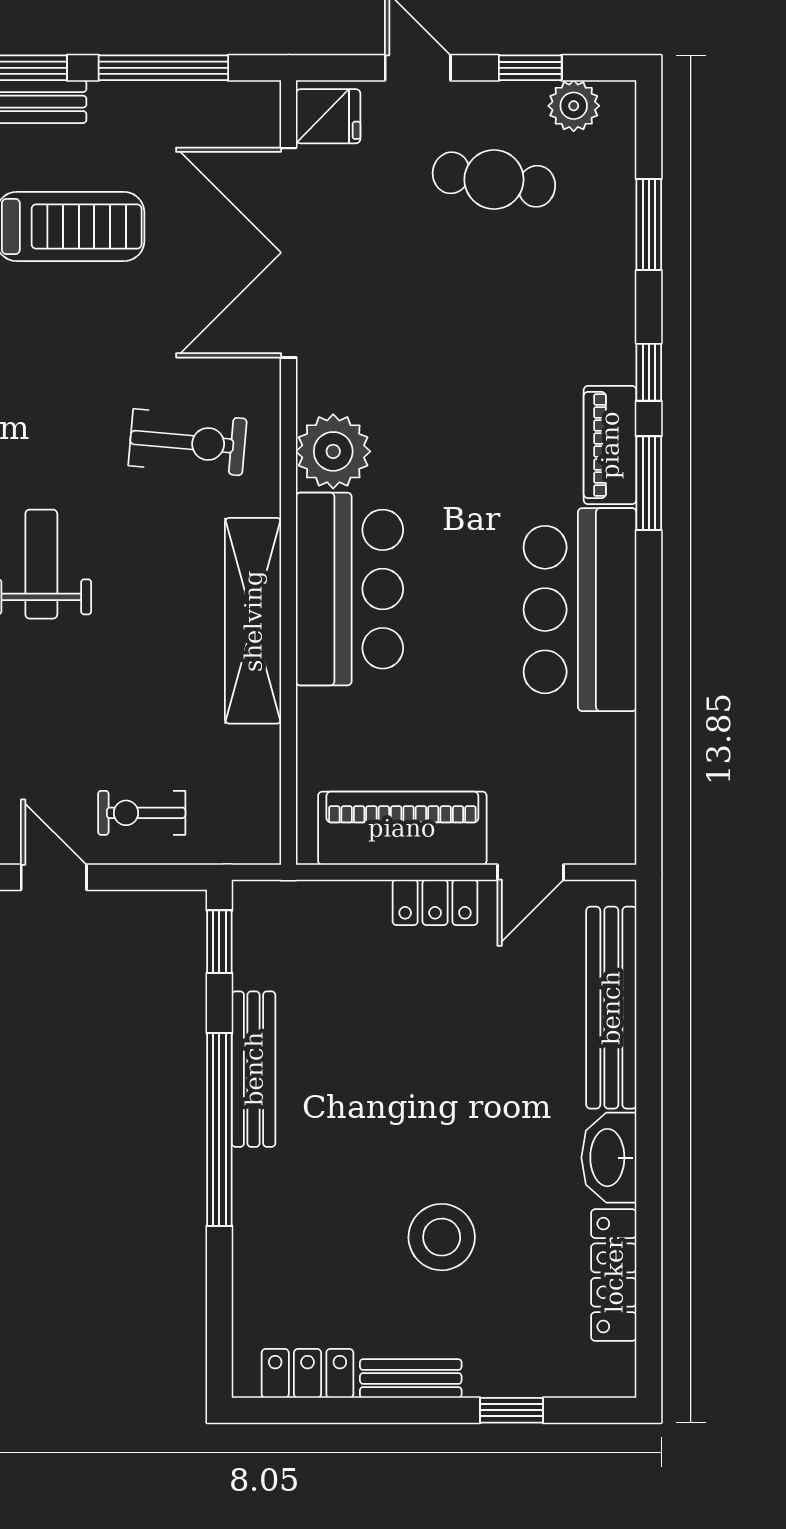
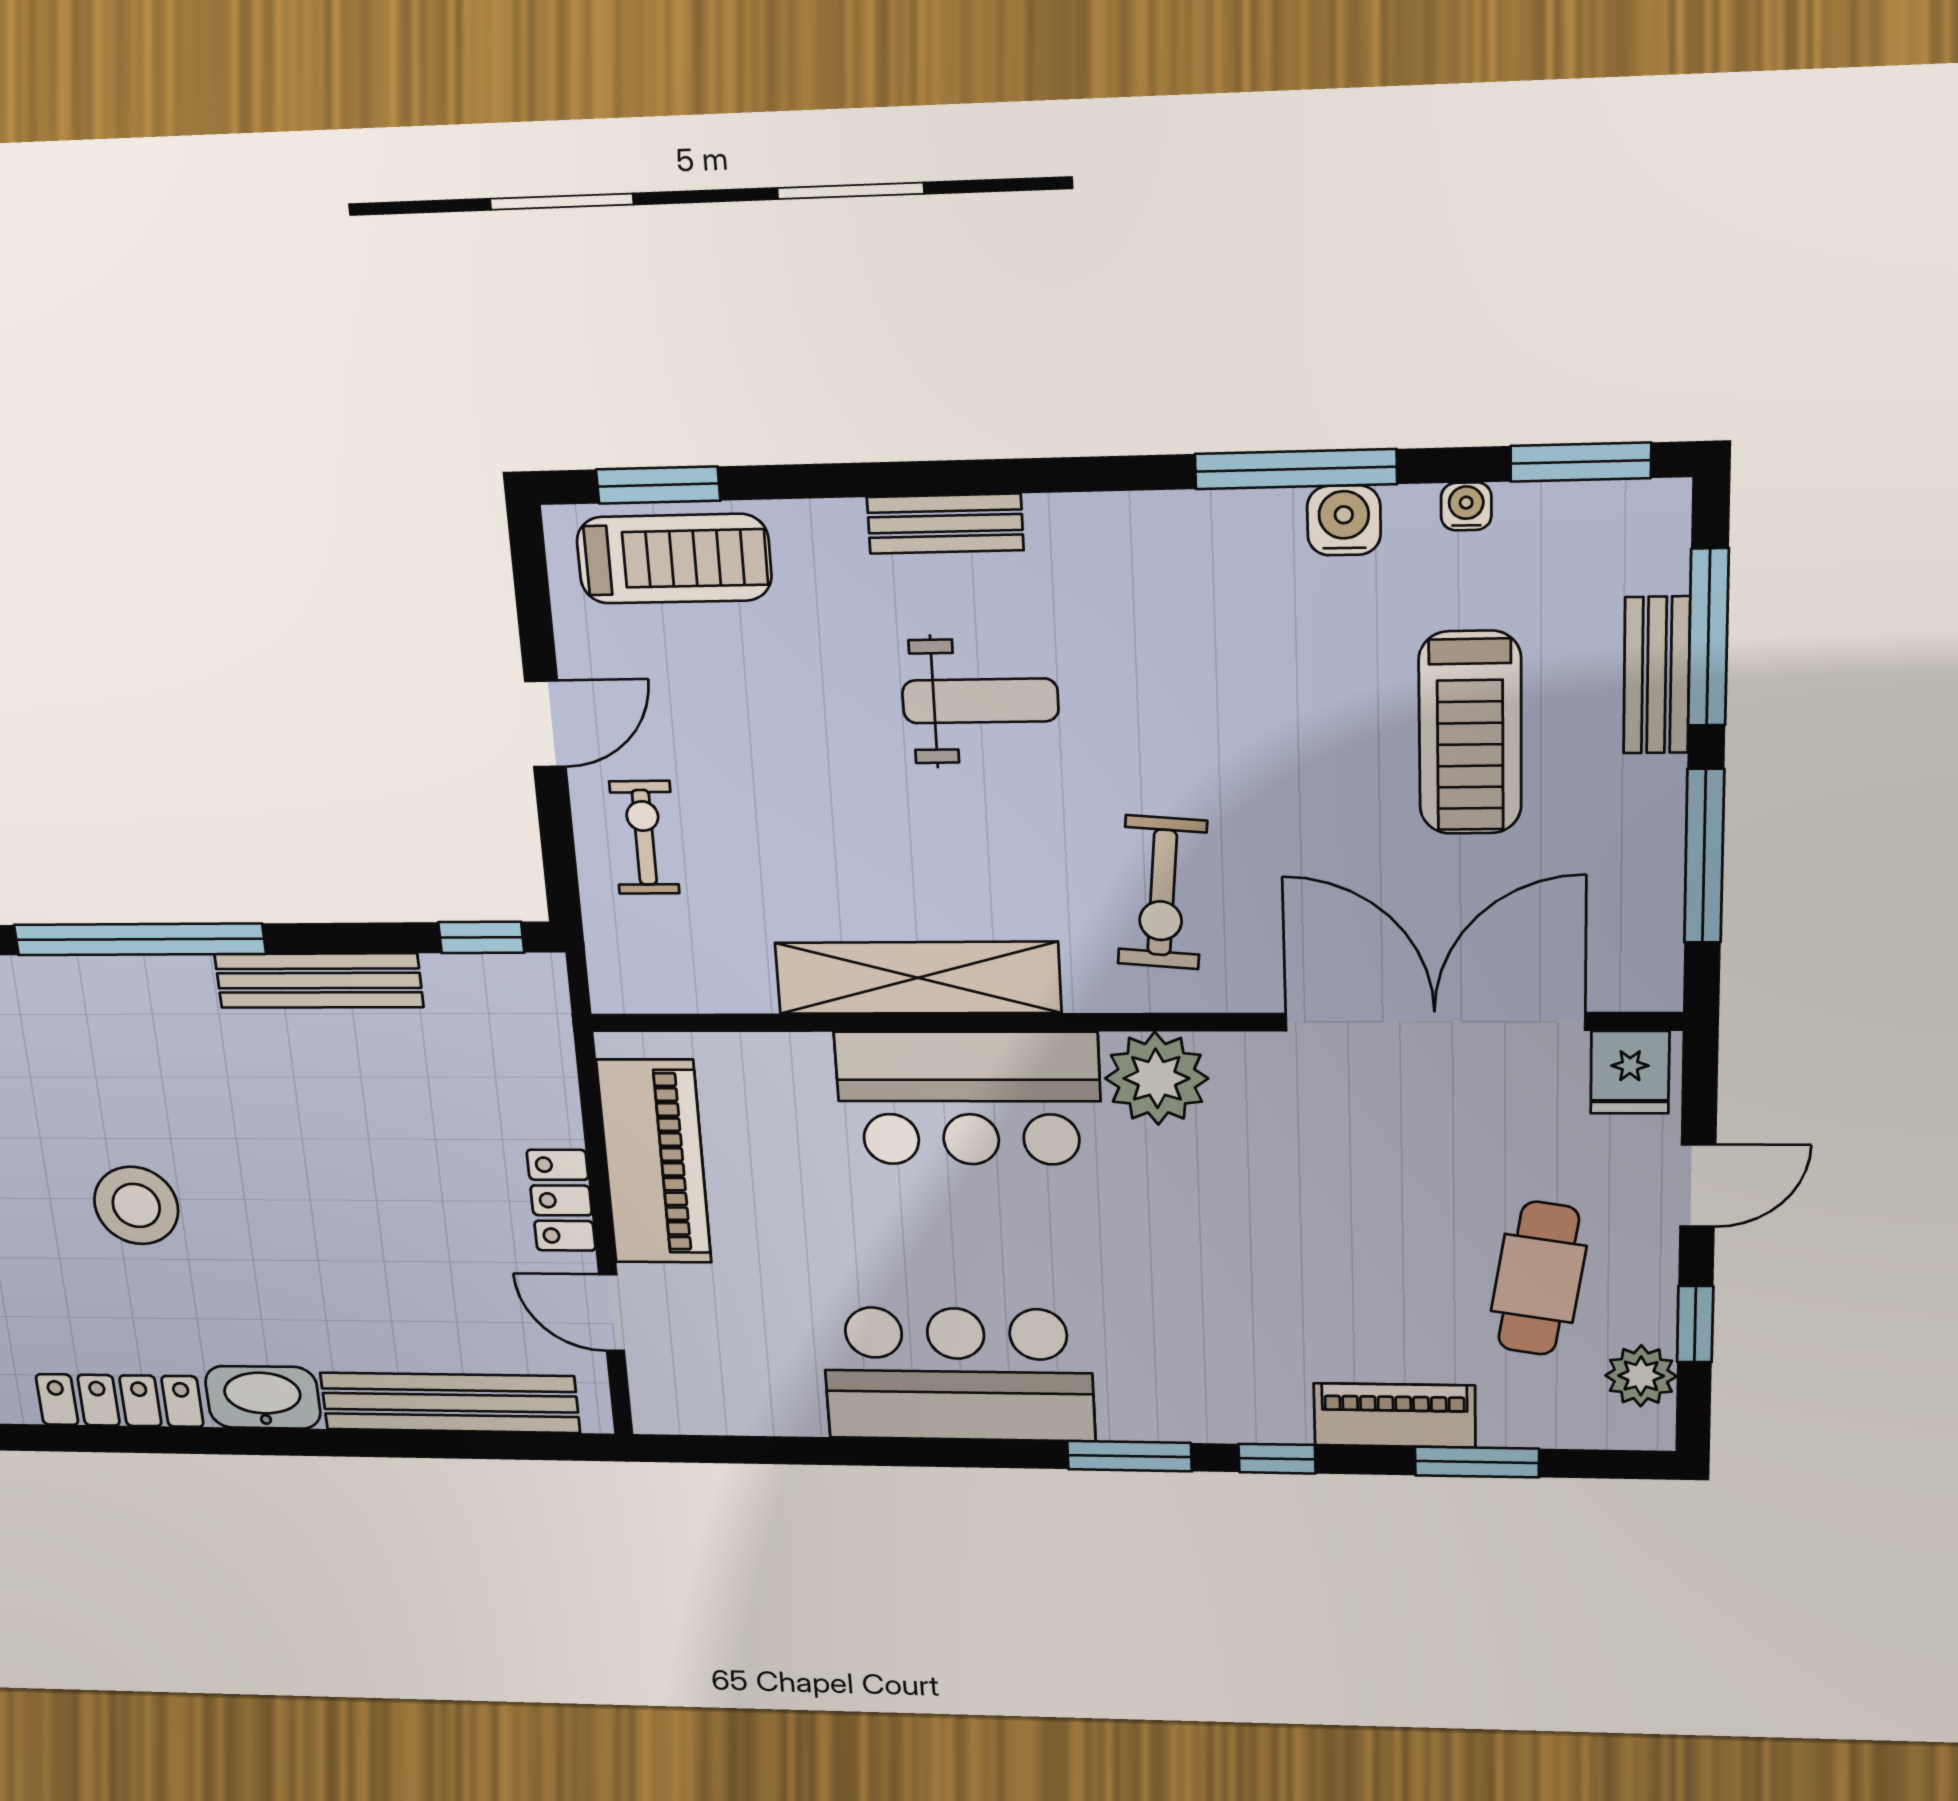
piano: (610, 445) -> (1395, 1415), moved
window: (219, 1130) -> (139, 939), moved

